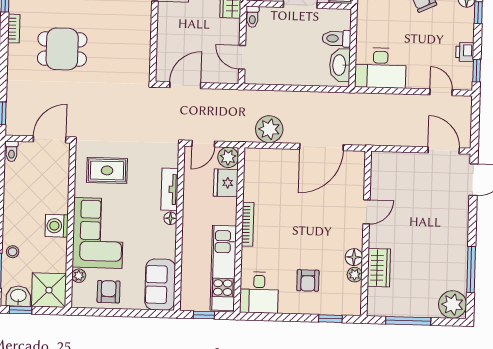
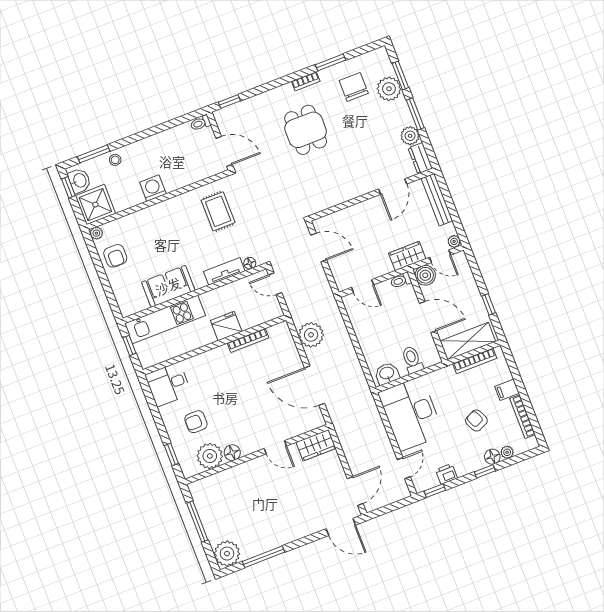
door: (242, 57) -> (363, 286), swing flipped
washbasin: (340, 65) -> (387, 374), width x0.72
desk: (380, 68) -> (411, 414), width x1.36, depth x1.30
plant: (228, 157) -> (272, 310), removed
fridge: (226, 183) -> (226, 326), moved
floor lamp: (170, 218) -> (250, 263), moved
bookcase: (248, 224) -> (248, 340), moved
corner sofa: (98, 233) -> (162, 226), removed
kitchen unit: (223, 268) -> (165, 319), moved, turned 180
wardrobe: (379, 268) -> (316, 445), moved
plant: (355, 275) -> (210, 456), width x1.87, depth x1.87
plant: (79, 276) -> (96, 233), moved
sofa: (160, 285) -> (168, 286), moved
armchair: (109, 292) -> (115, 256), turned 90

